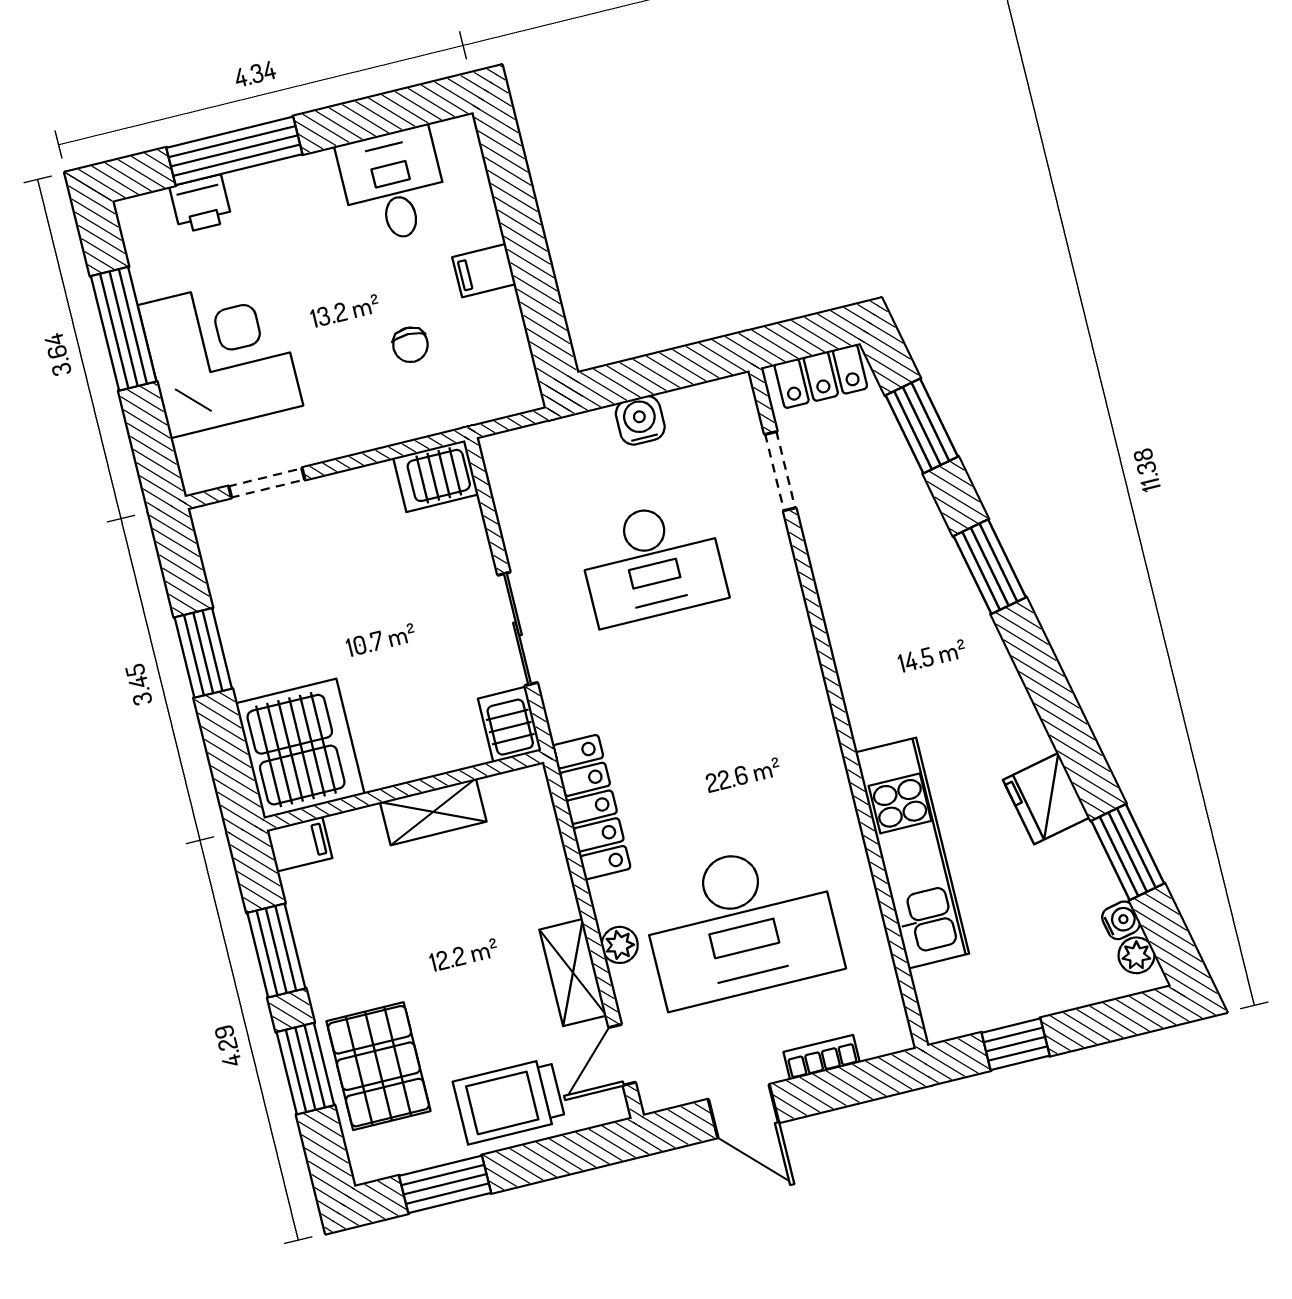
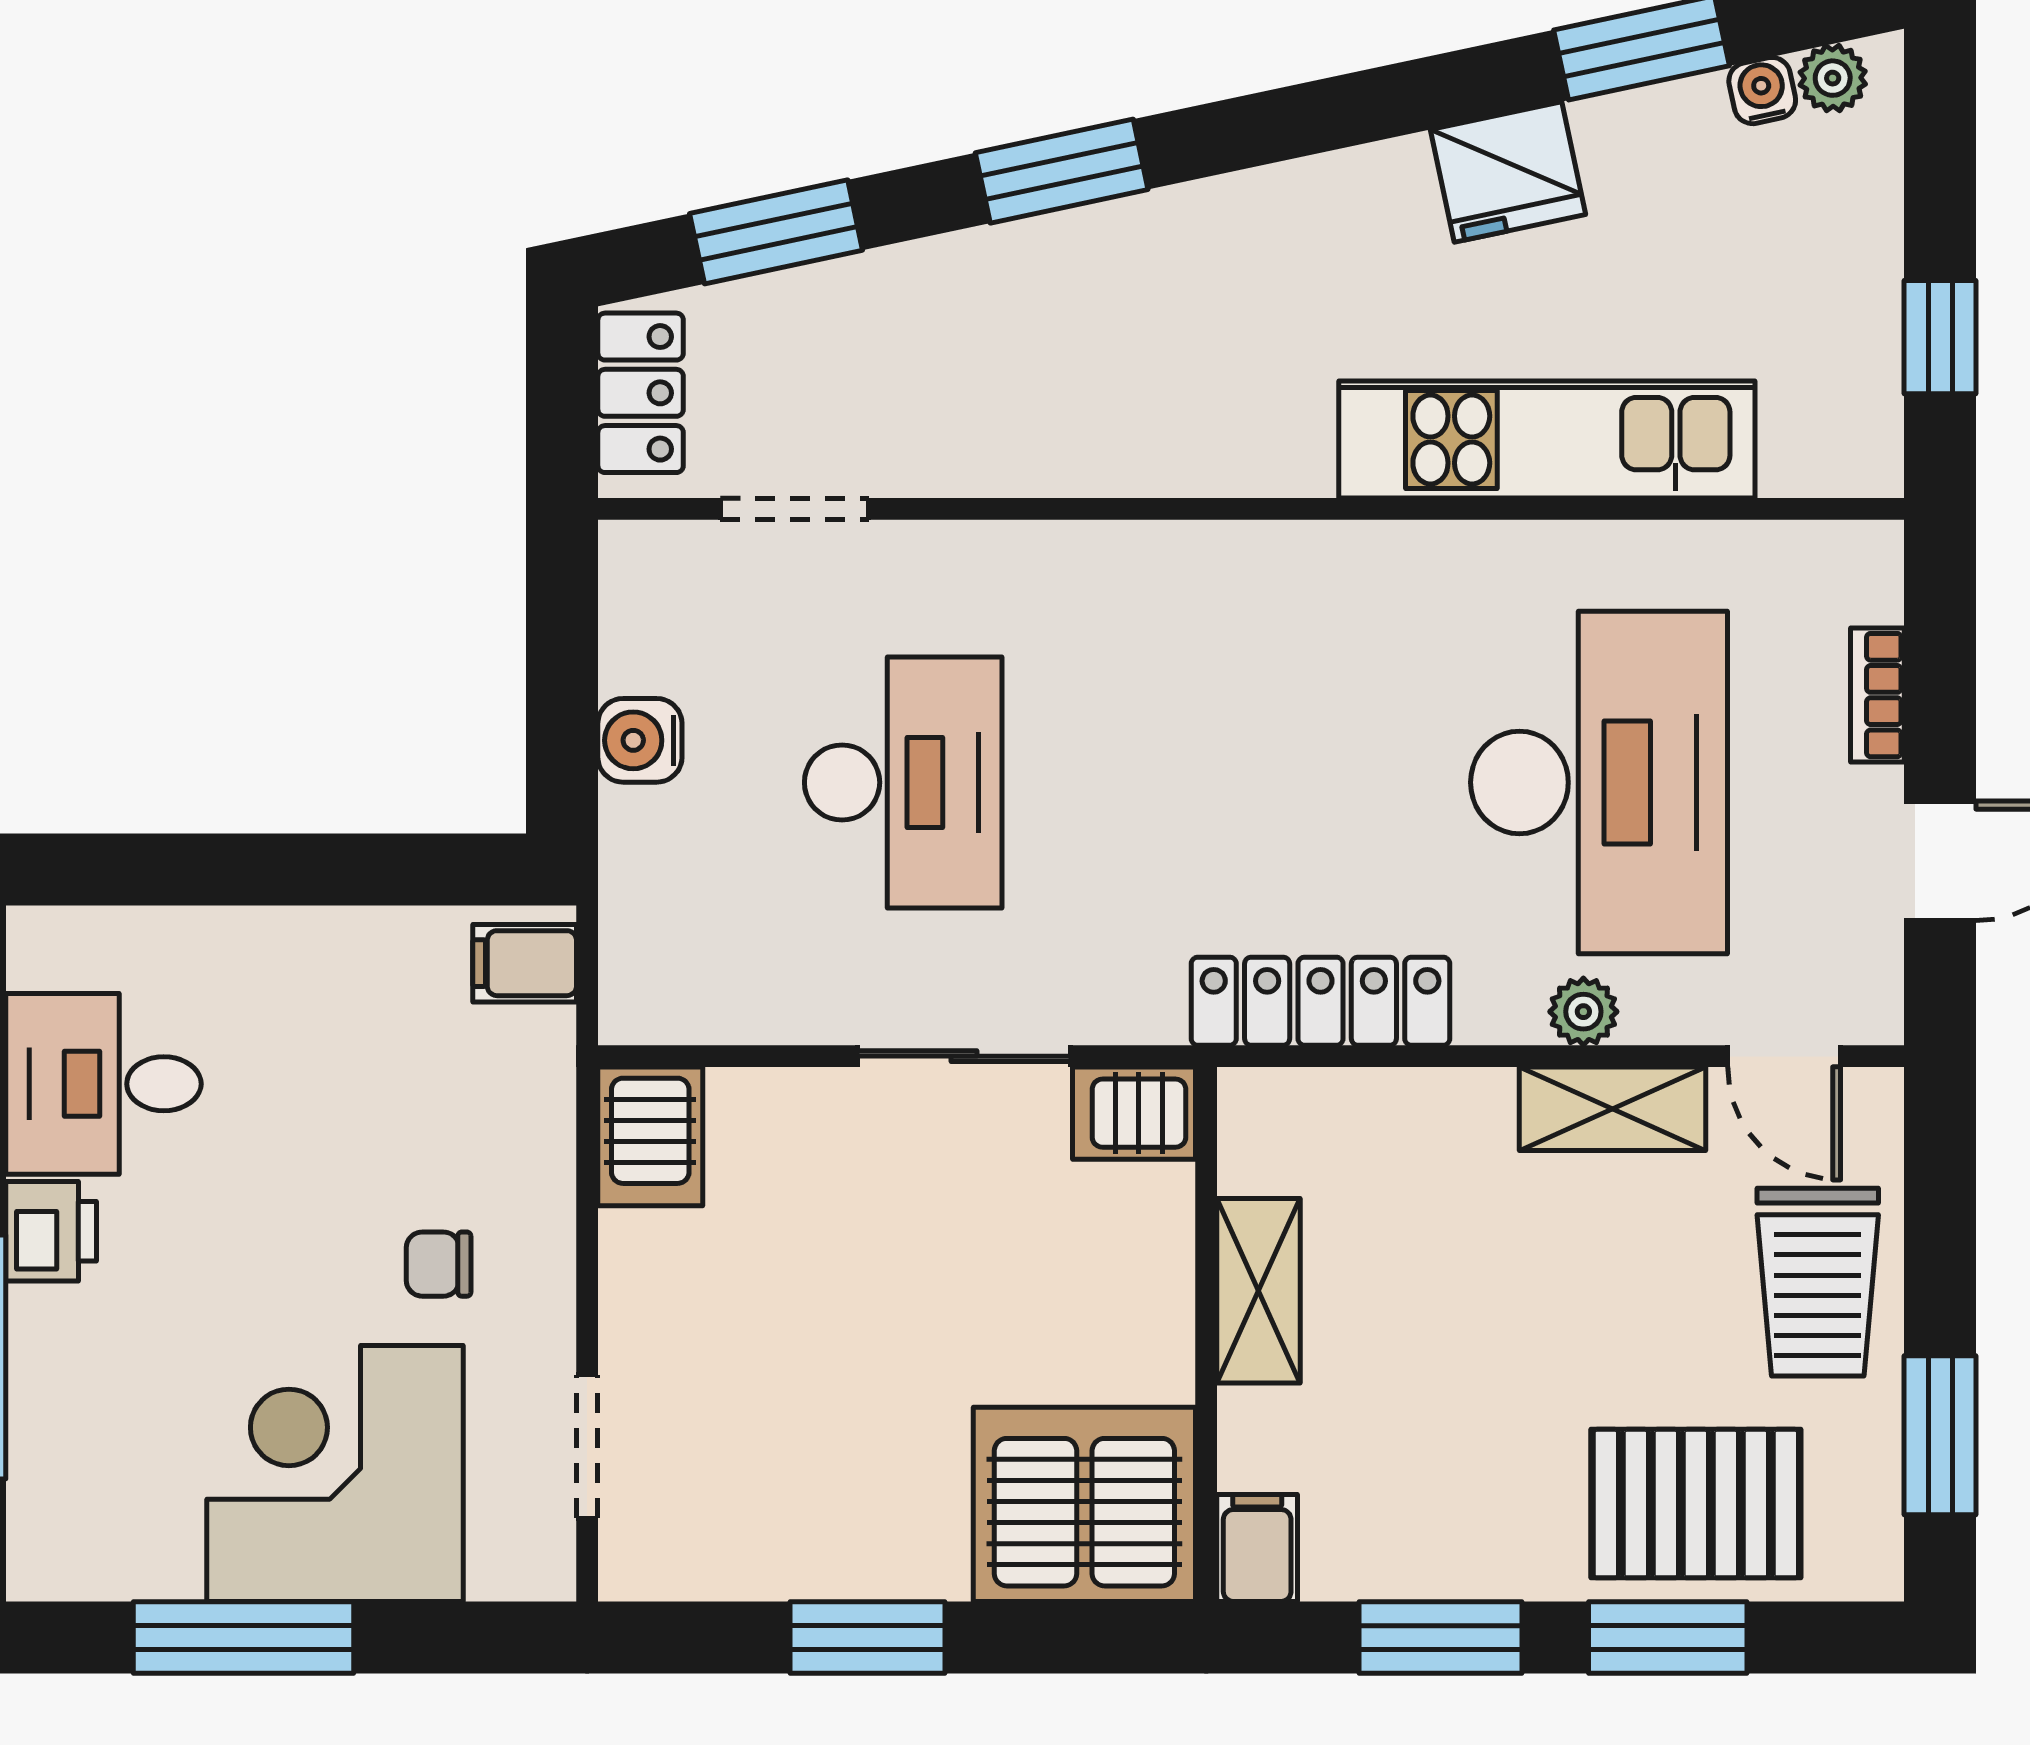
printer: (201, 204) -> (51, 1231), moved
filing cabinet: (484, 271) -> (525, 963), moved, turned 90
chair: (410, 345) -> (439, 1264), moved, turned 180

